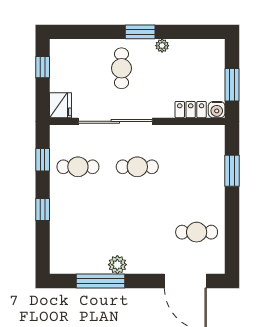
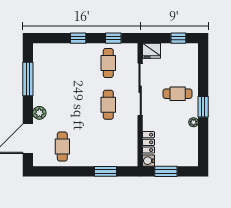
plant: (117, 265) -> (39, 113), moved

